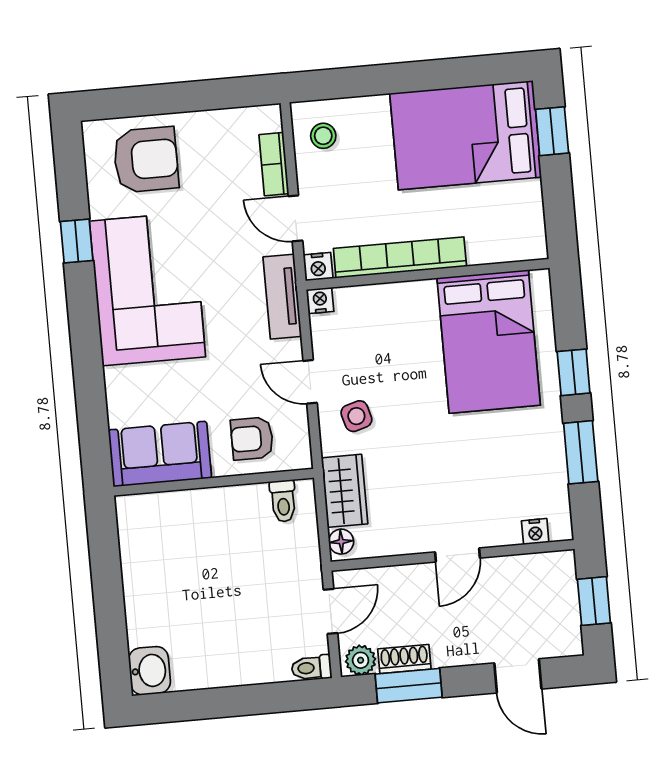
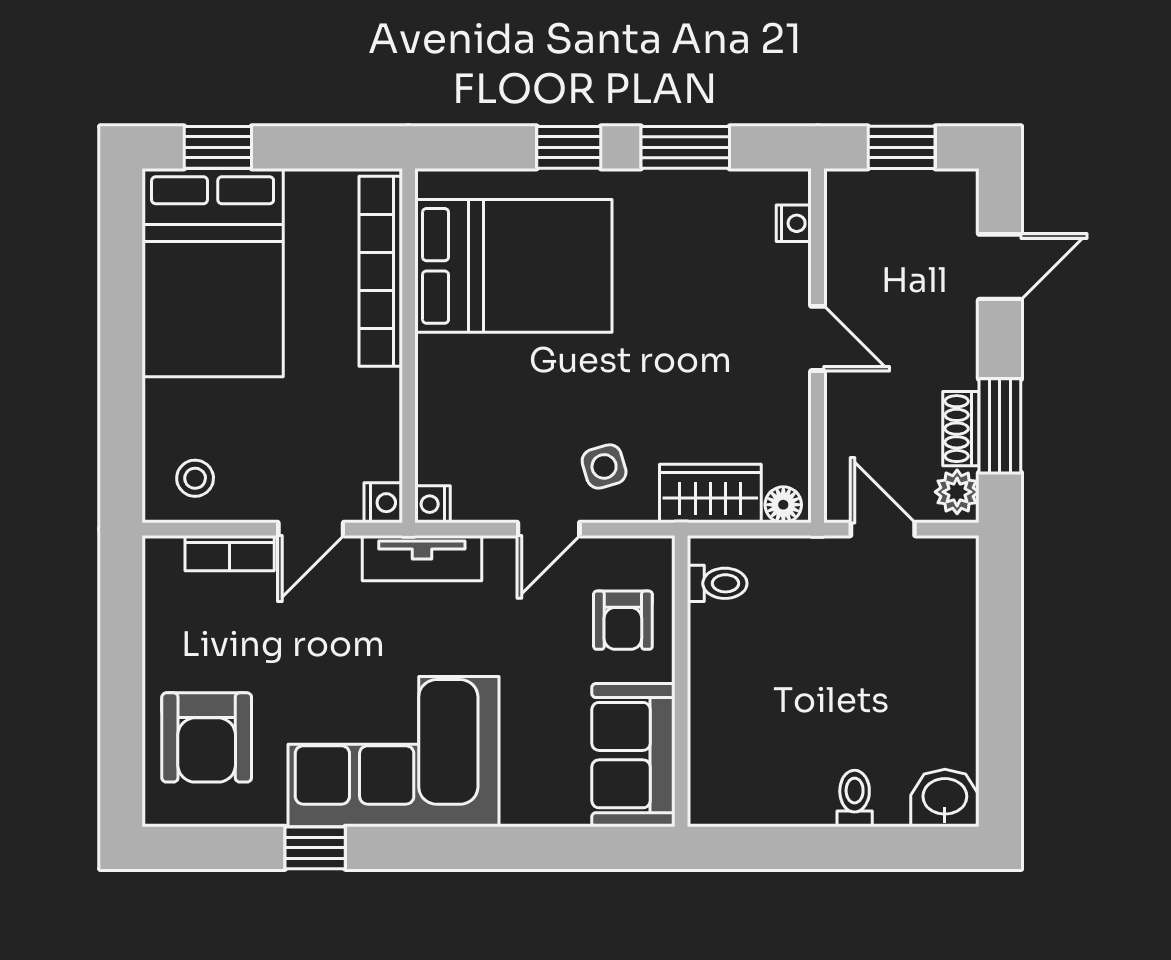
armchair: (146, 160) -> (207, 737), turned 180
bookcase: (400, 257) -> (381, 271), moved
toilet: (312, 668) -> (855, 798), moved, turned 180

